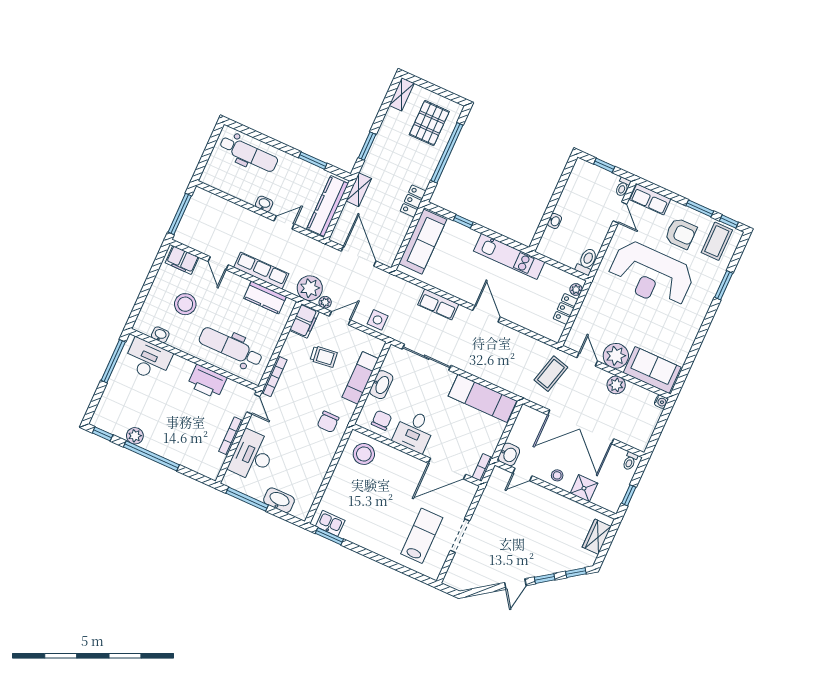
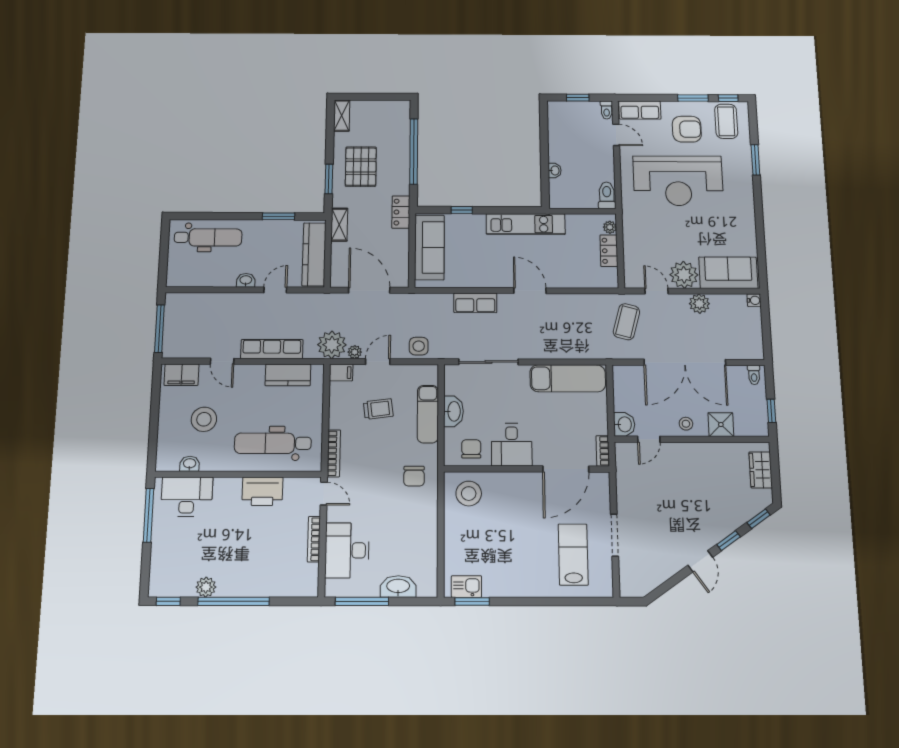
pallet: (429, 123) -> (361, 167), moved
filing cabinet: (304, 321) -> (341, 373), width x0.50

